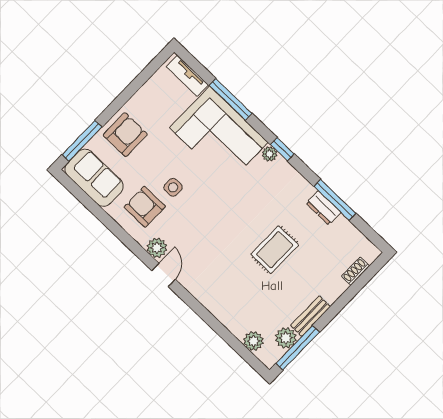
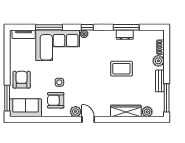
rug: (275, 250) -> (121, 69), turned 90
wardrobe: (225, 313) -> (126, 111), added
plant: (286, 338) -> (158, 61), moved

